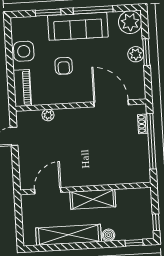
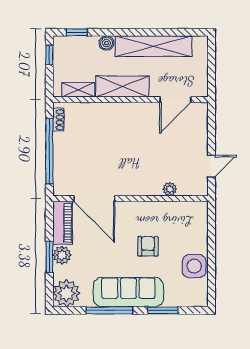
piano: (22, 88) -> (62, 223), moved, turned 180
shoe rack: (143, 124) -> (58, 120), moved
shelving: (130, 194) -> (78, 90), added

